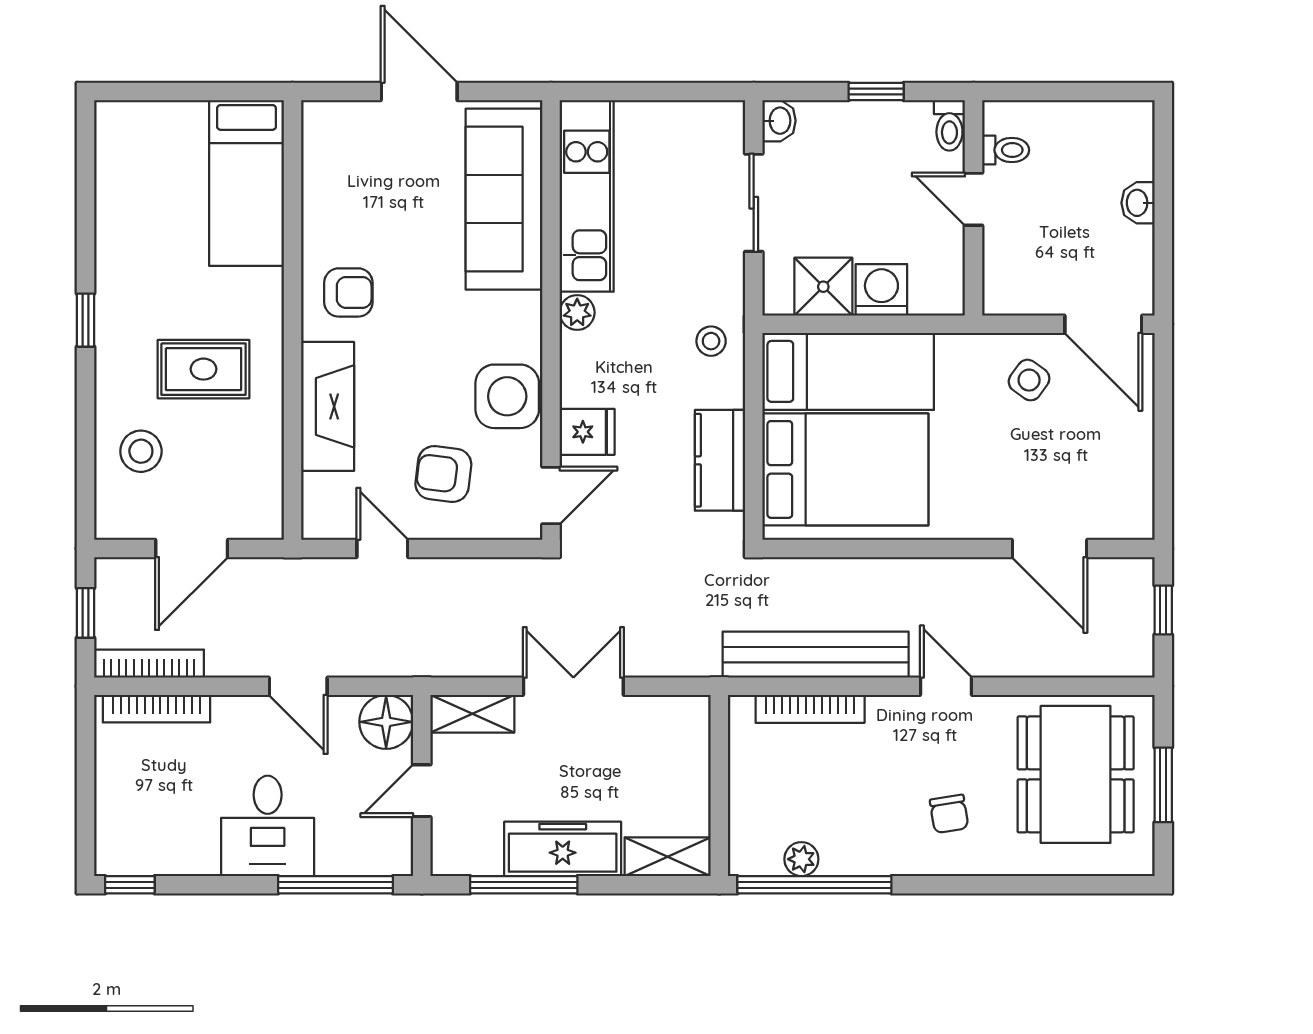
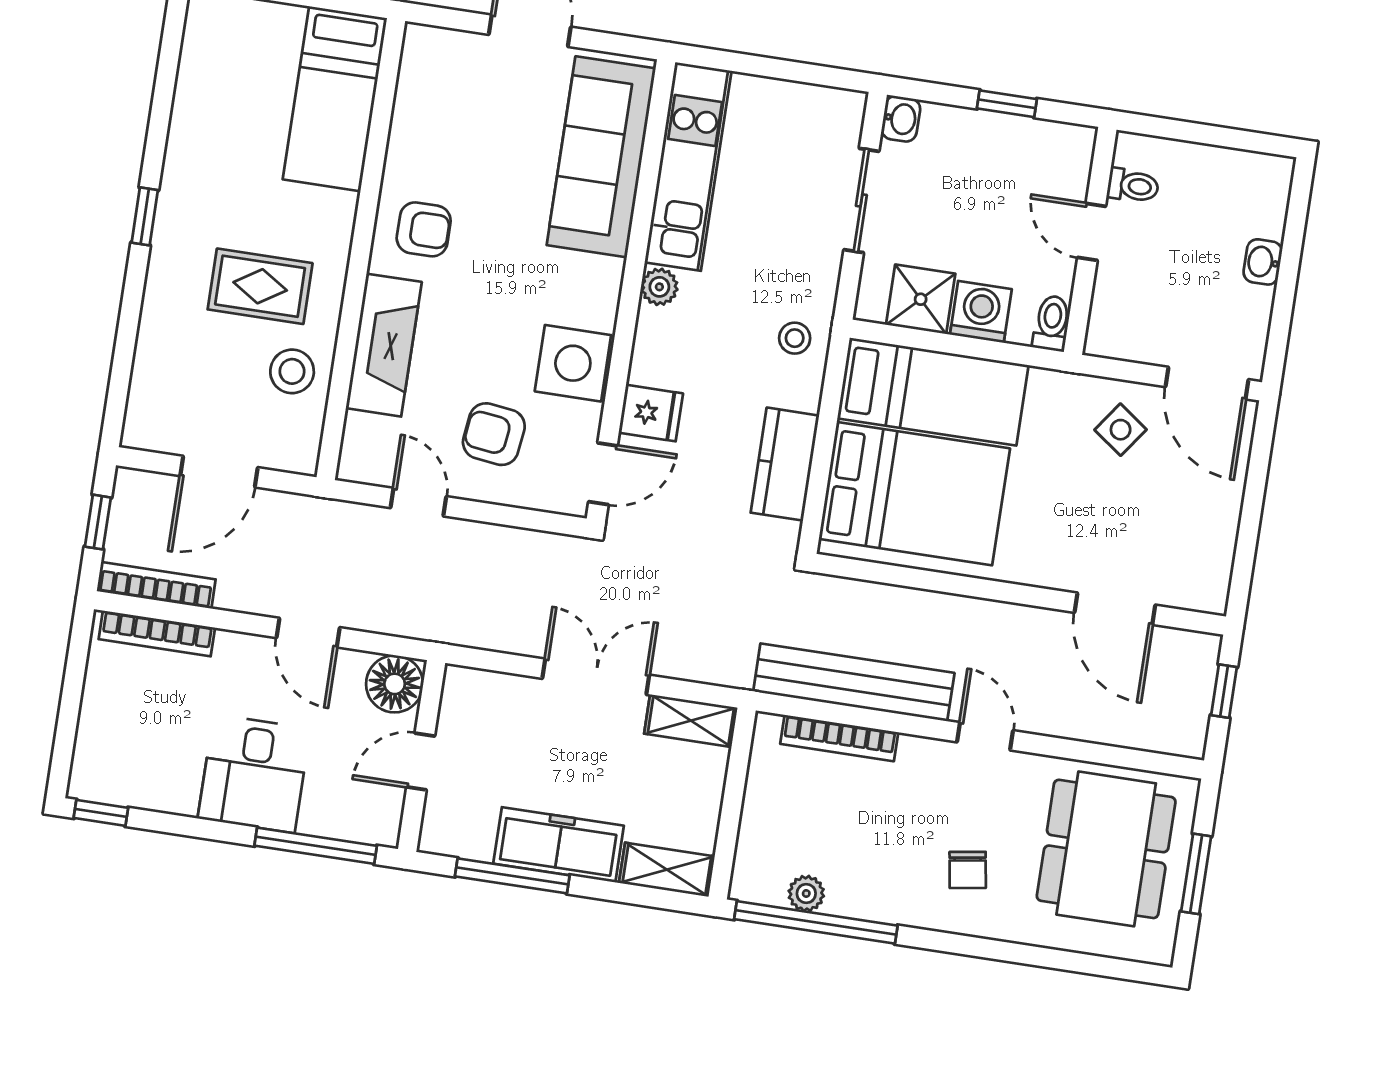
toilet: (949, 125) -> (1052, 323), moved, turned 180
stool: (141, 451) -> (292, 371), moved
shelving: (472, 714) -> (691, 721), moved

